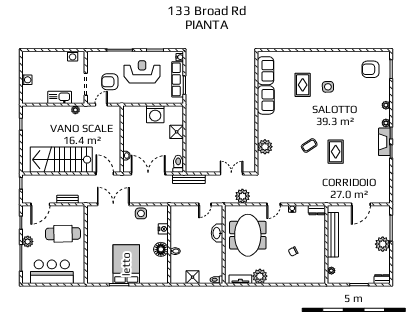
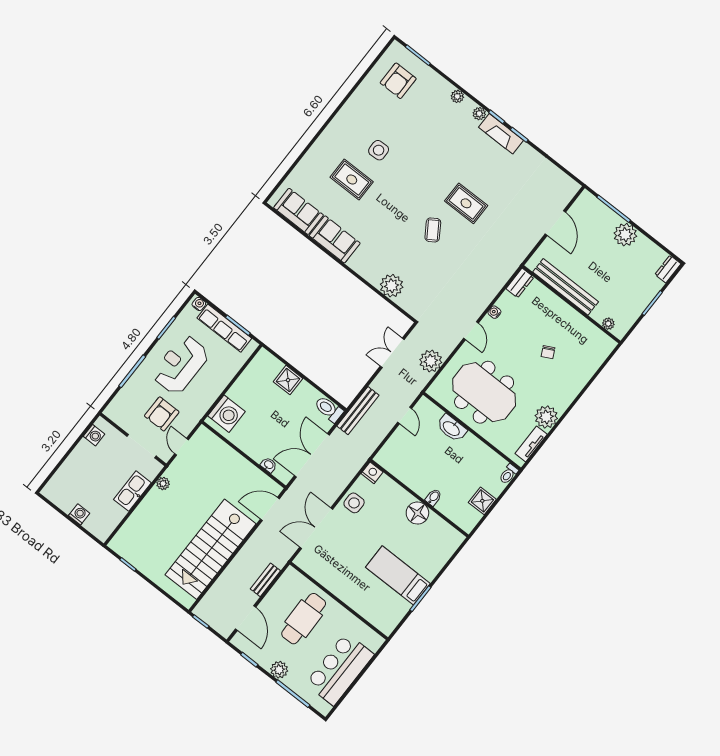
washing machine: (155, 114) -> (227, 414), moved
nightstand: (163, 229) -> (372, 473), moved
bed: (126, 264) -> (398, 575), width x0.67

